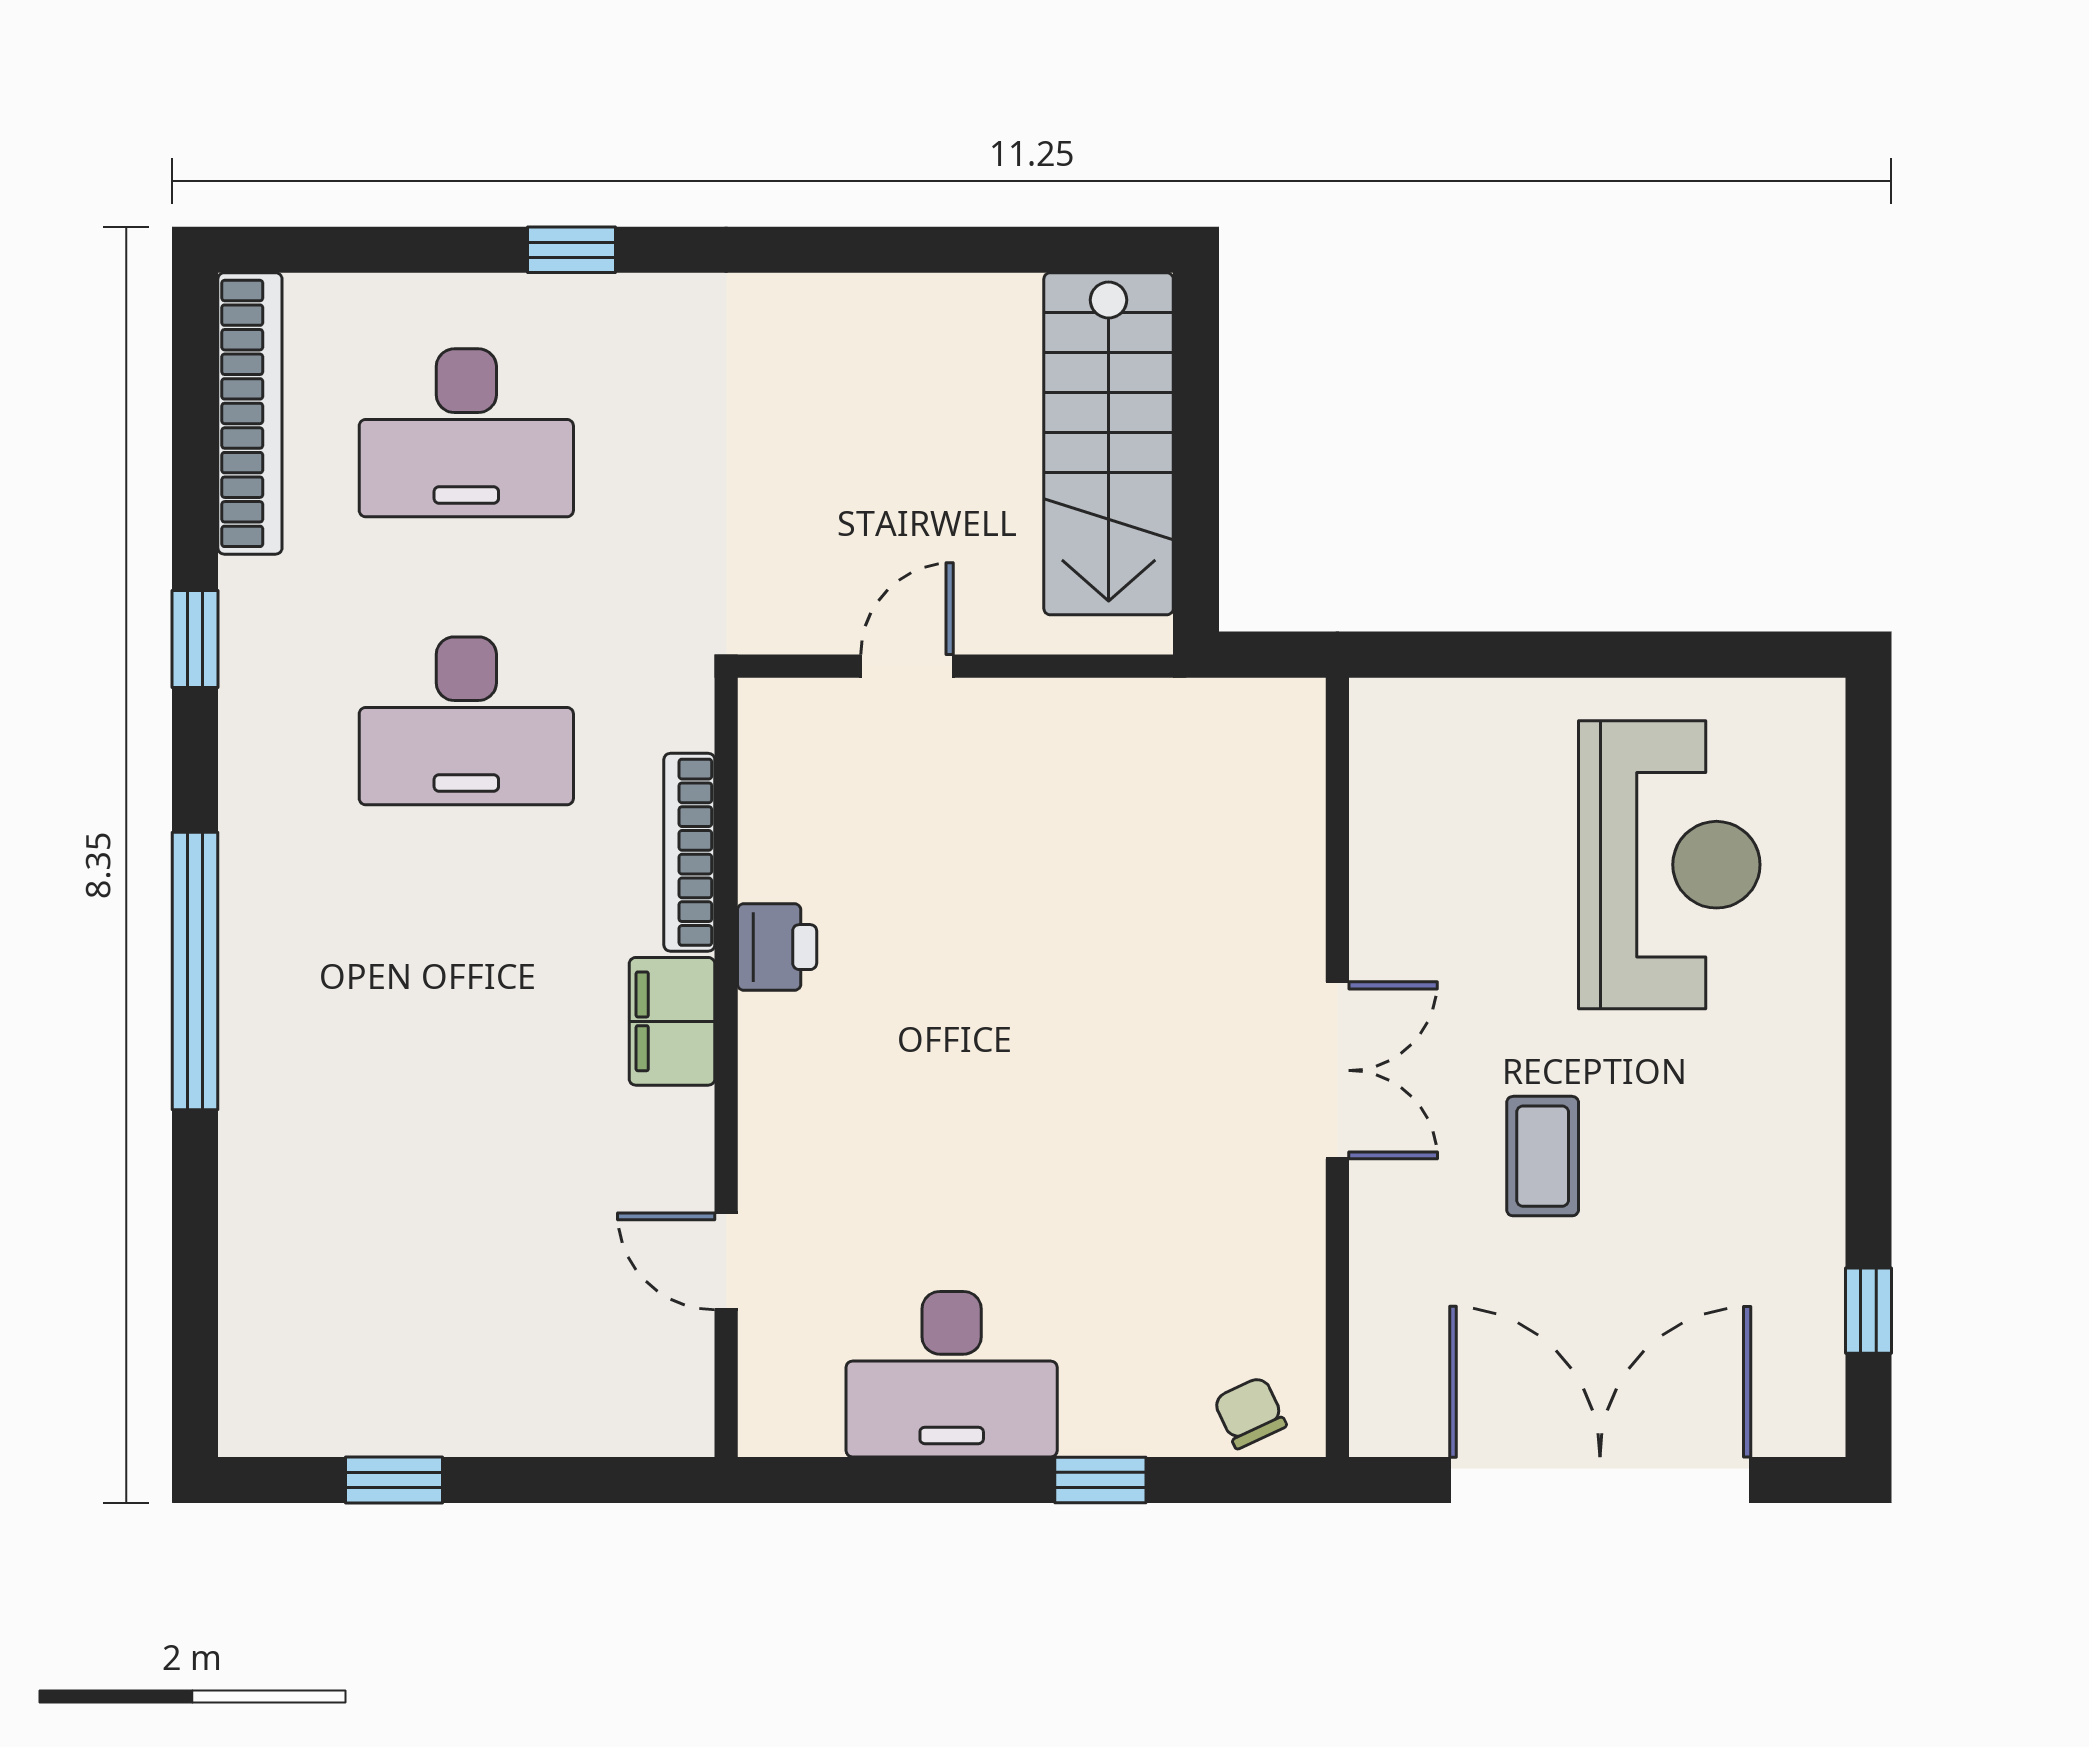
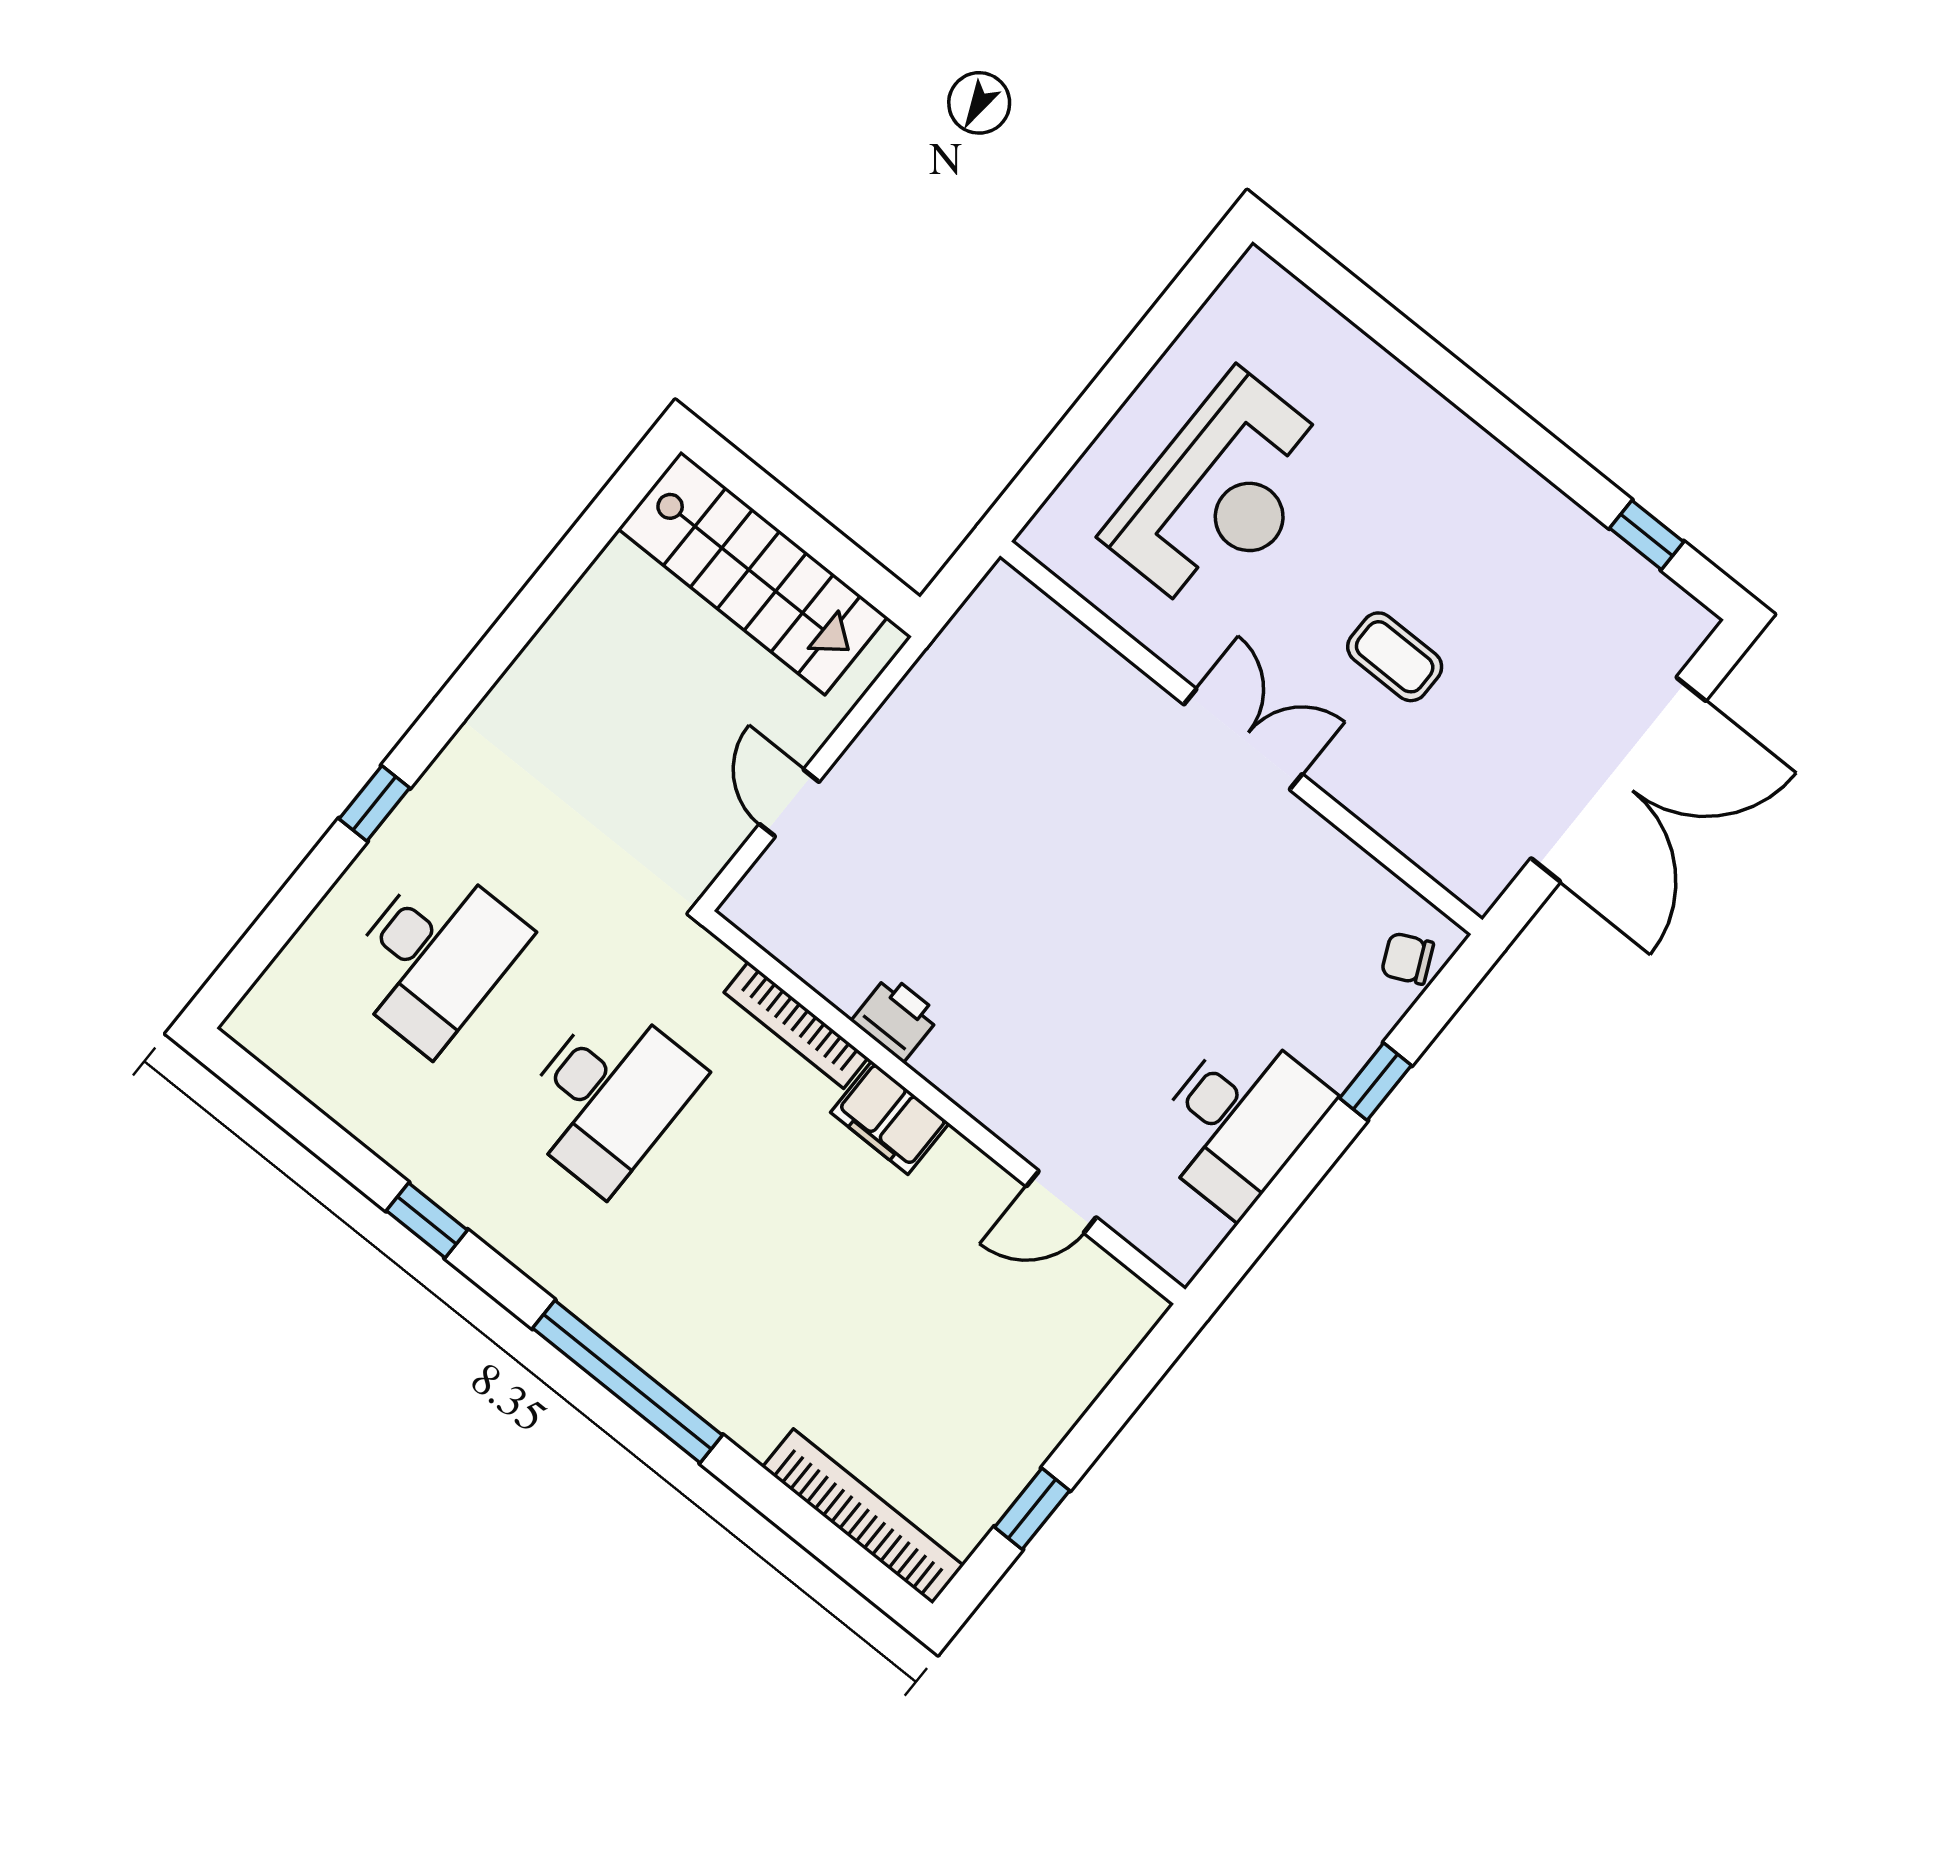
bookcase: (250, 413) -> (863, 1516), moved
reception desk: (1669, 865) -> (1221, 494), moved, turned 90
double door: (1600, 1480) -> (1618, 780), swing flipped

